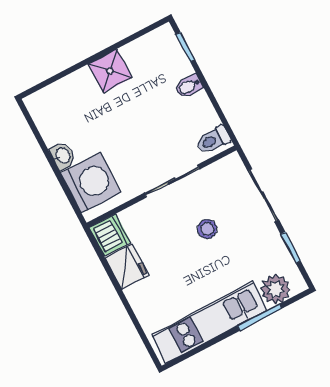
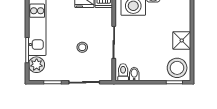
stool: (159, 55) -> (177, 68), added
bidet: (189, 86) -> (134, 74), moved

